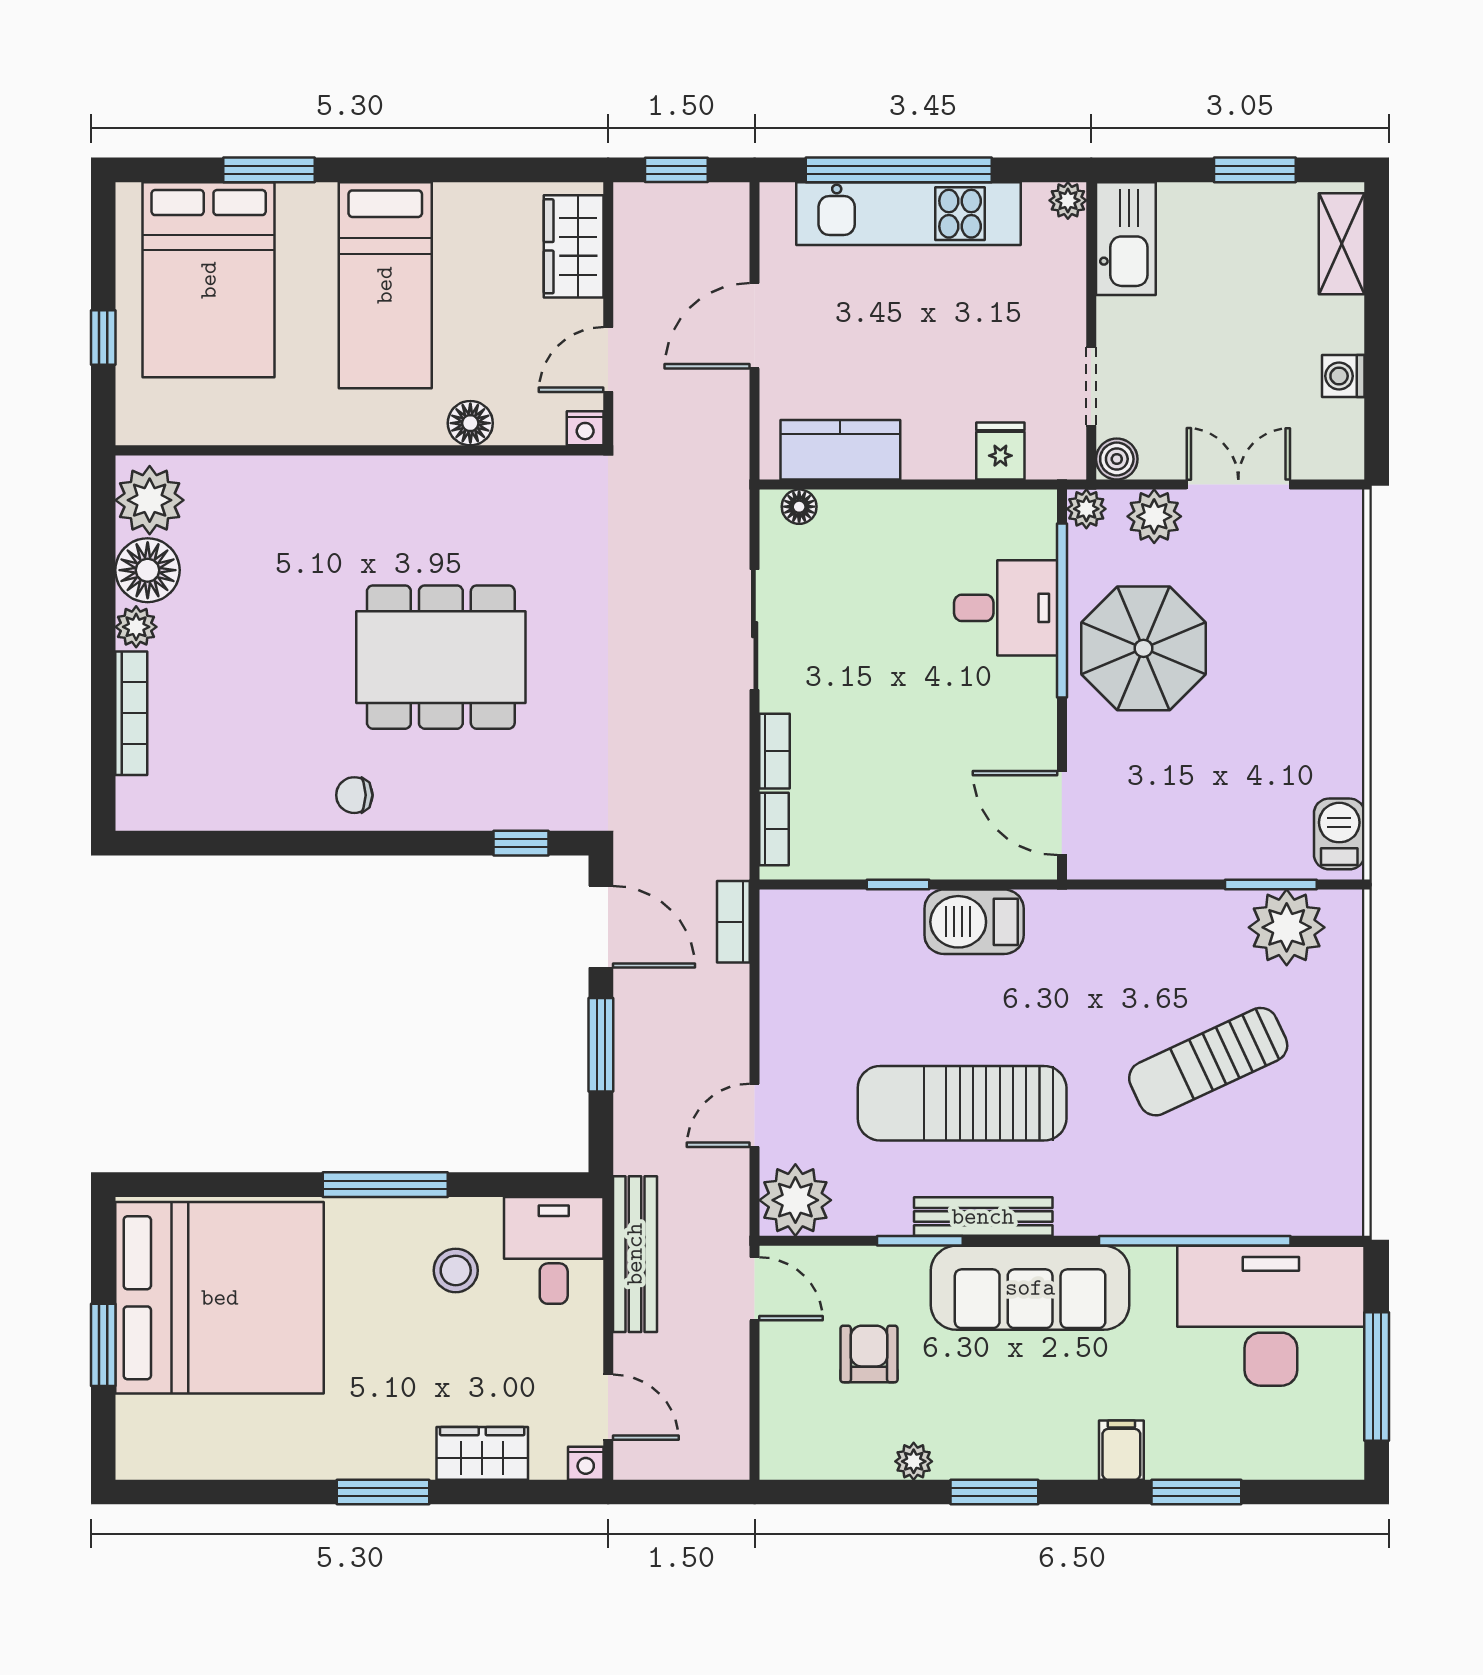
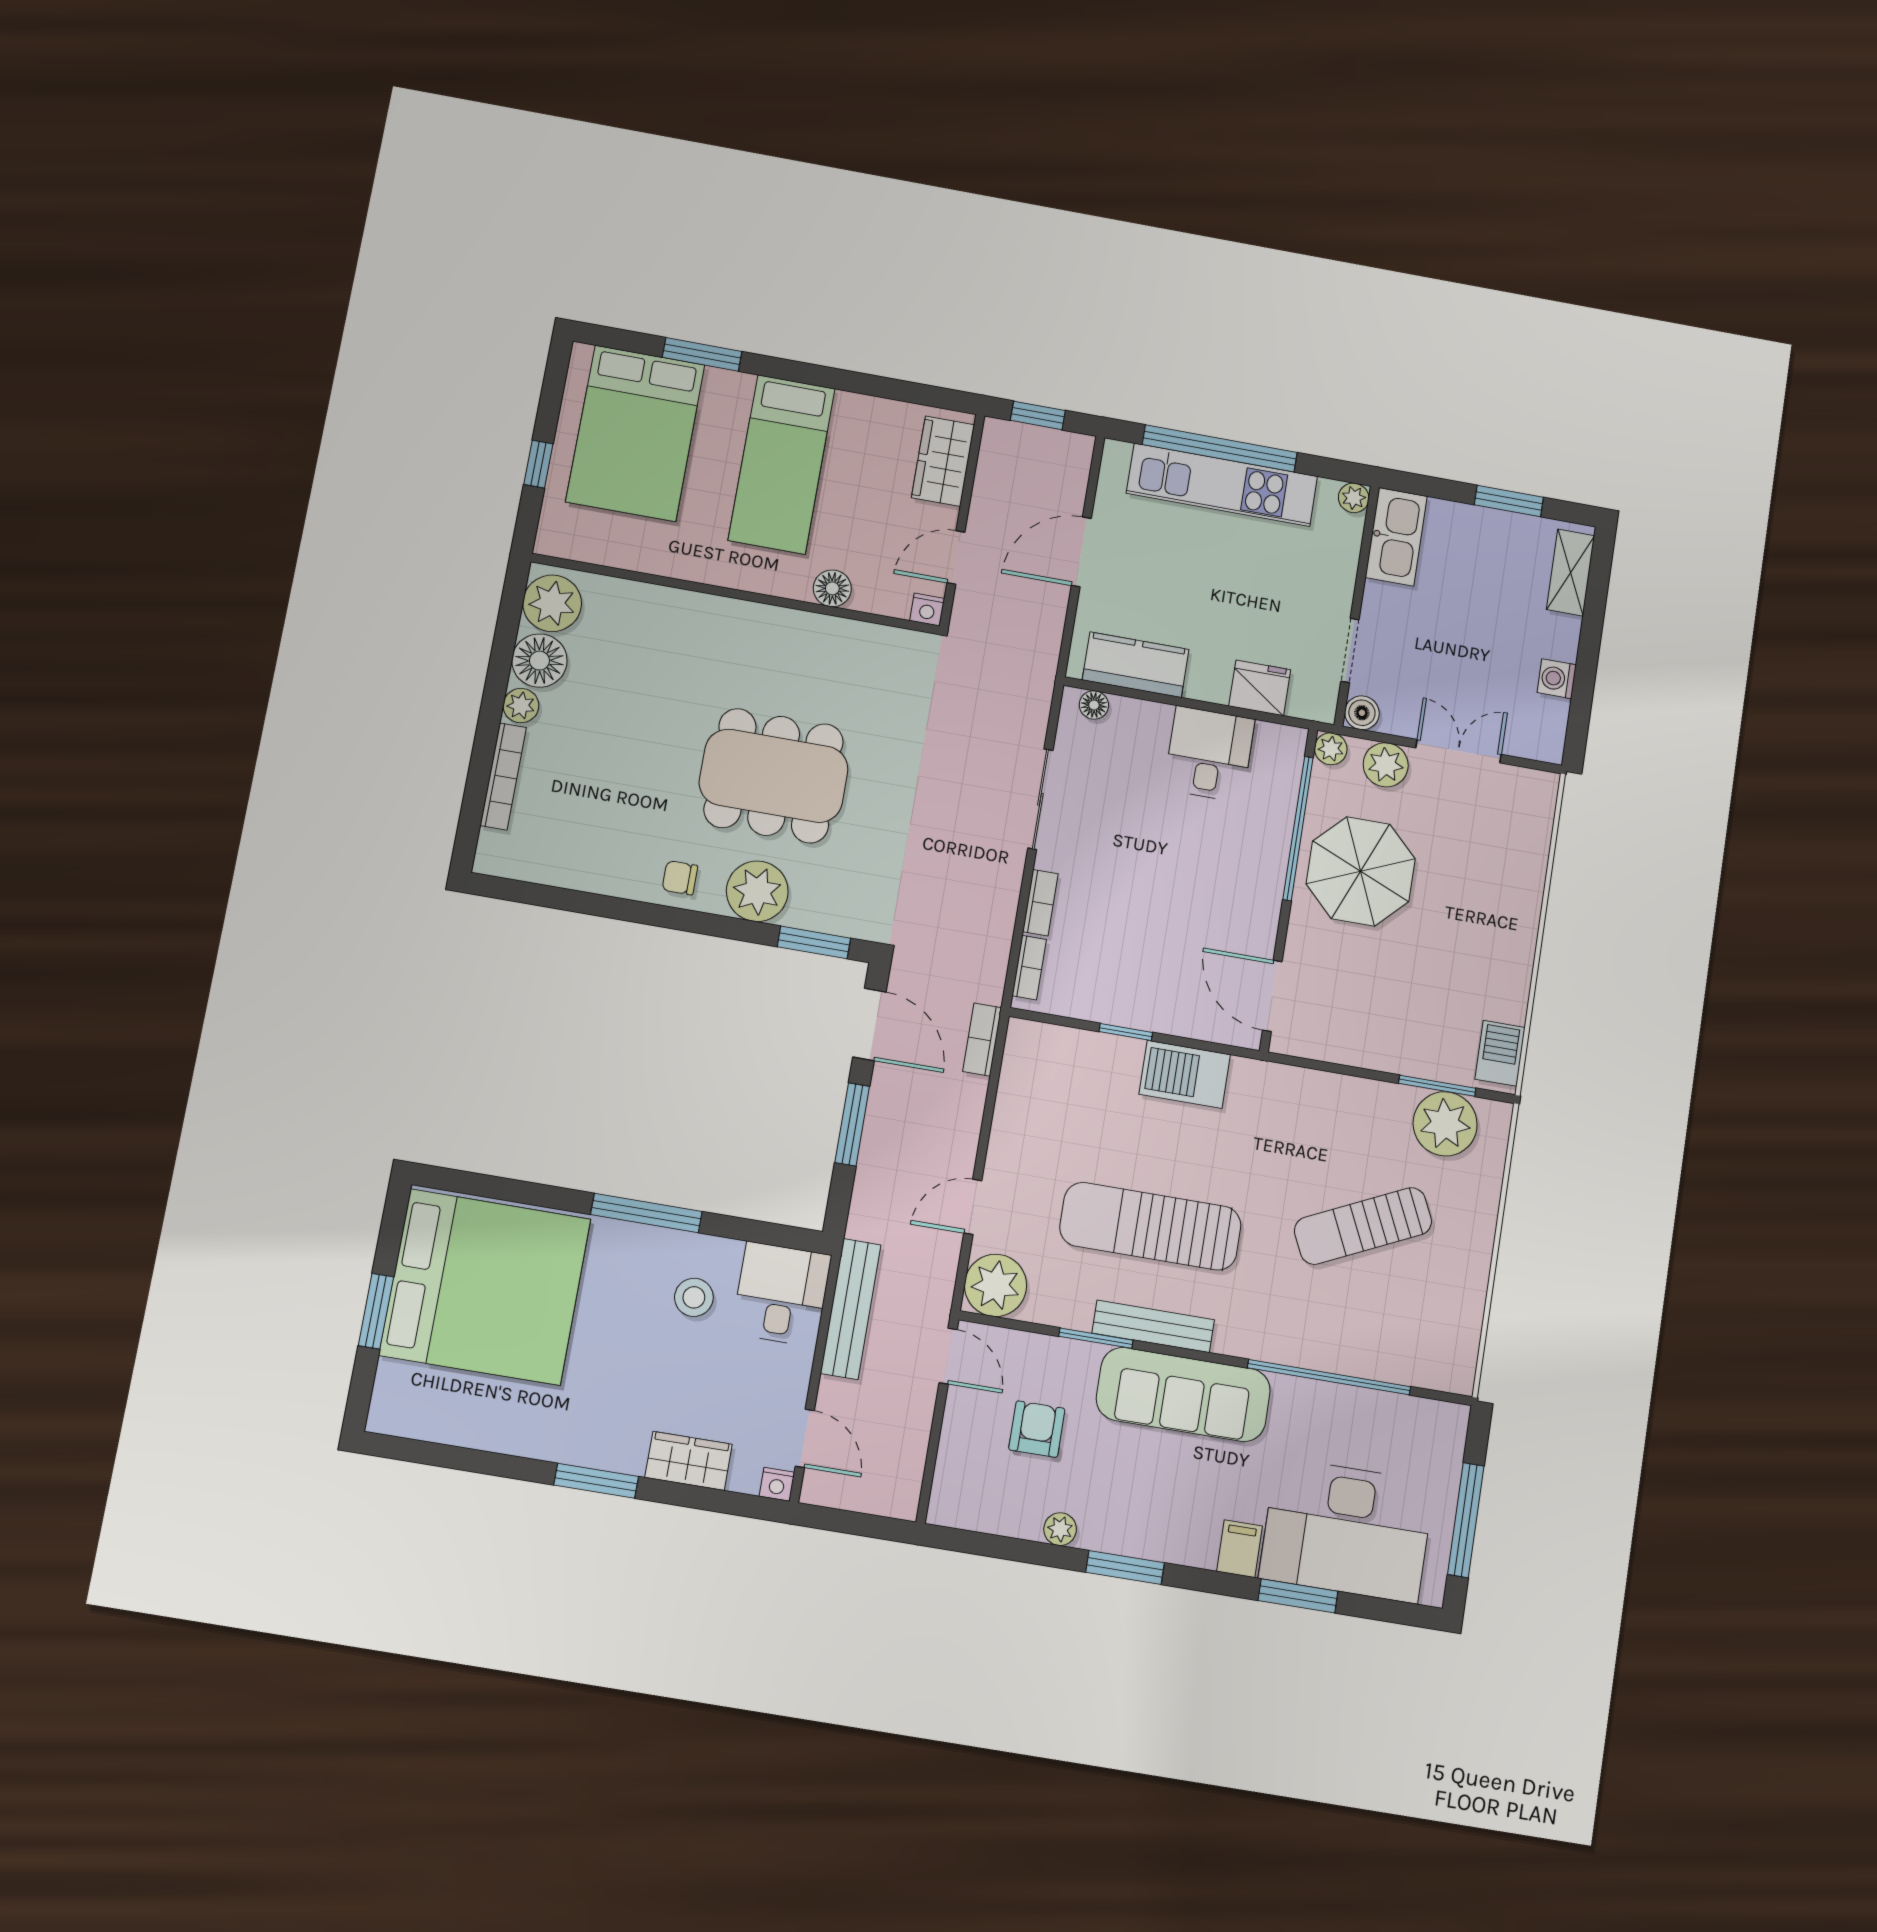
fridge: (1000, 451) -> (1260, 688), width x1.38
desk: (1006, 608) -> (1209, 754), moved, turned -90
plant: (446, 795) -> (757, 891), added
window: (521, 843) -> (814, 942), width x1.50
desk: (1271, 1316) -> (1347, 1530), moved, turned 180

